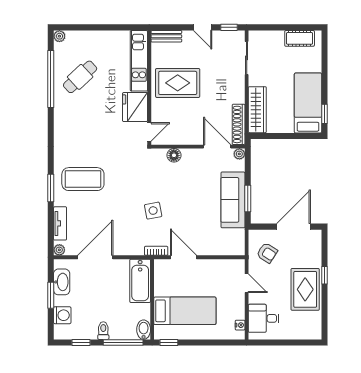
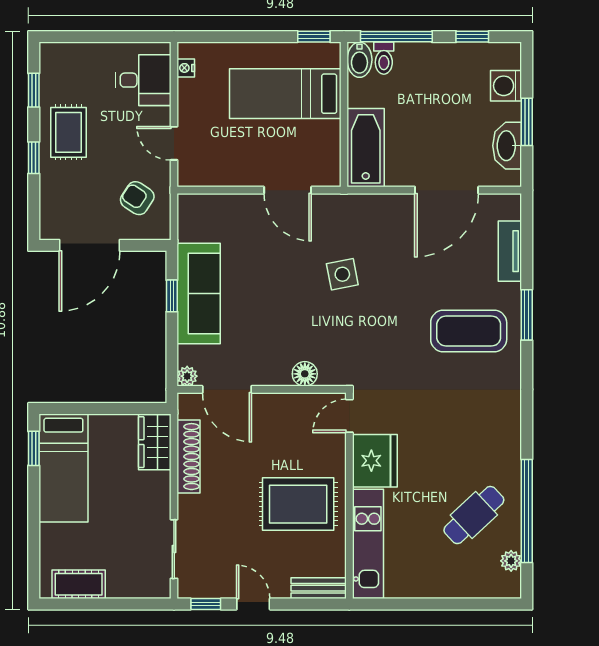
plant: (59, 36) -> (511, 561), moved
wardrobe: (257, 110) -> (155, 442), width x0.67
shoe rack: (239, 124) -> (188, 457), moved
window: (248, 199) -> (172, 296), width x0.67
plant: (59, 250) -> (511, 203), removed
bookcase: (156, 251) -> (337, 202), removed
rug: (305, 289) -> (68, 132), width x0.73, depth x0.70
window: (324, 313) -> (34, 90), added
toilet: (103, 331) -> (384, 58), moved

